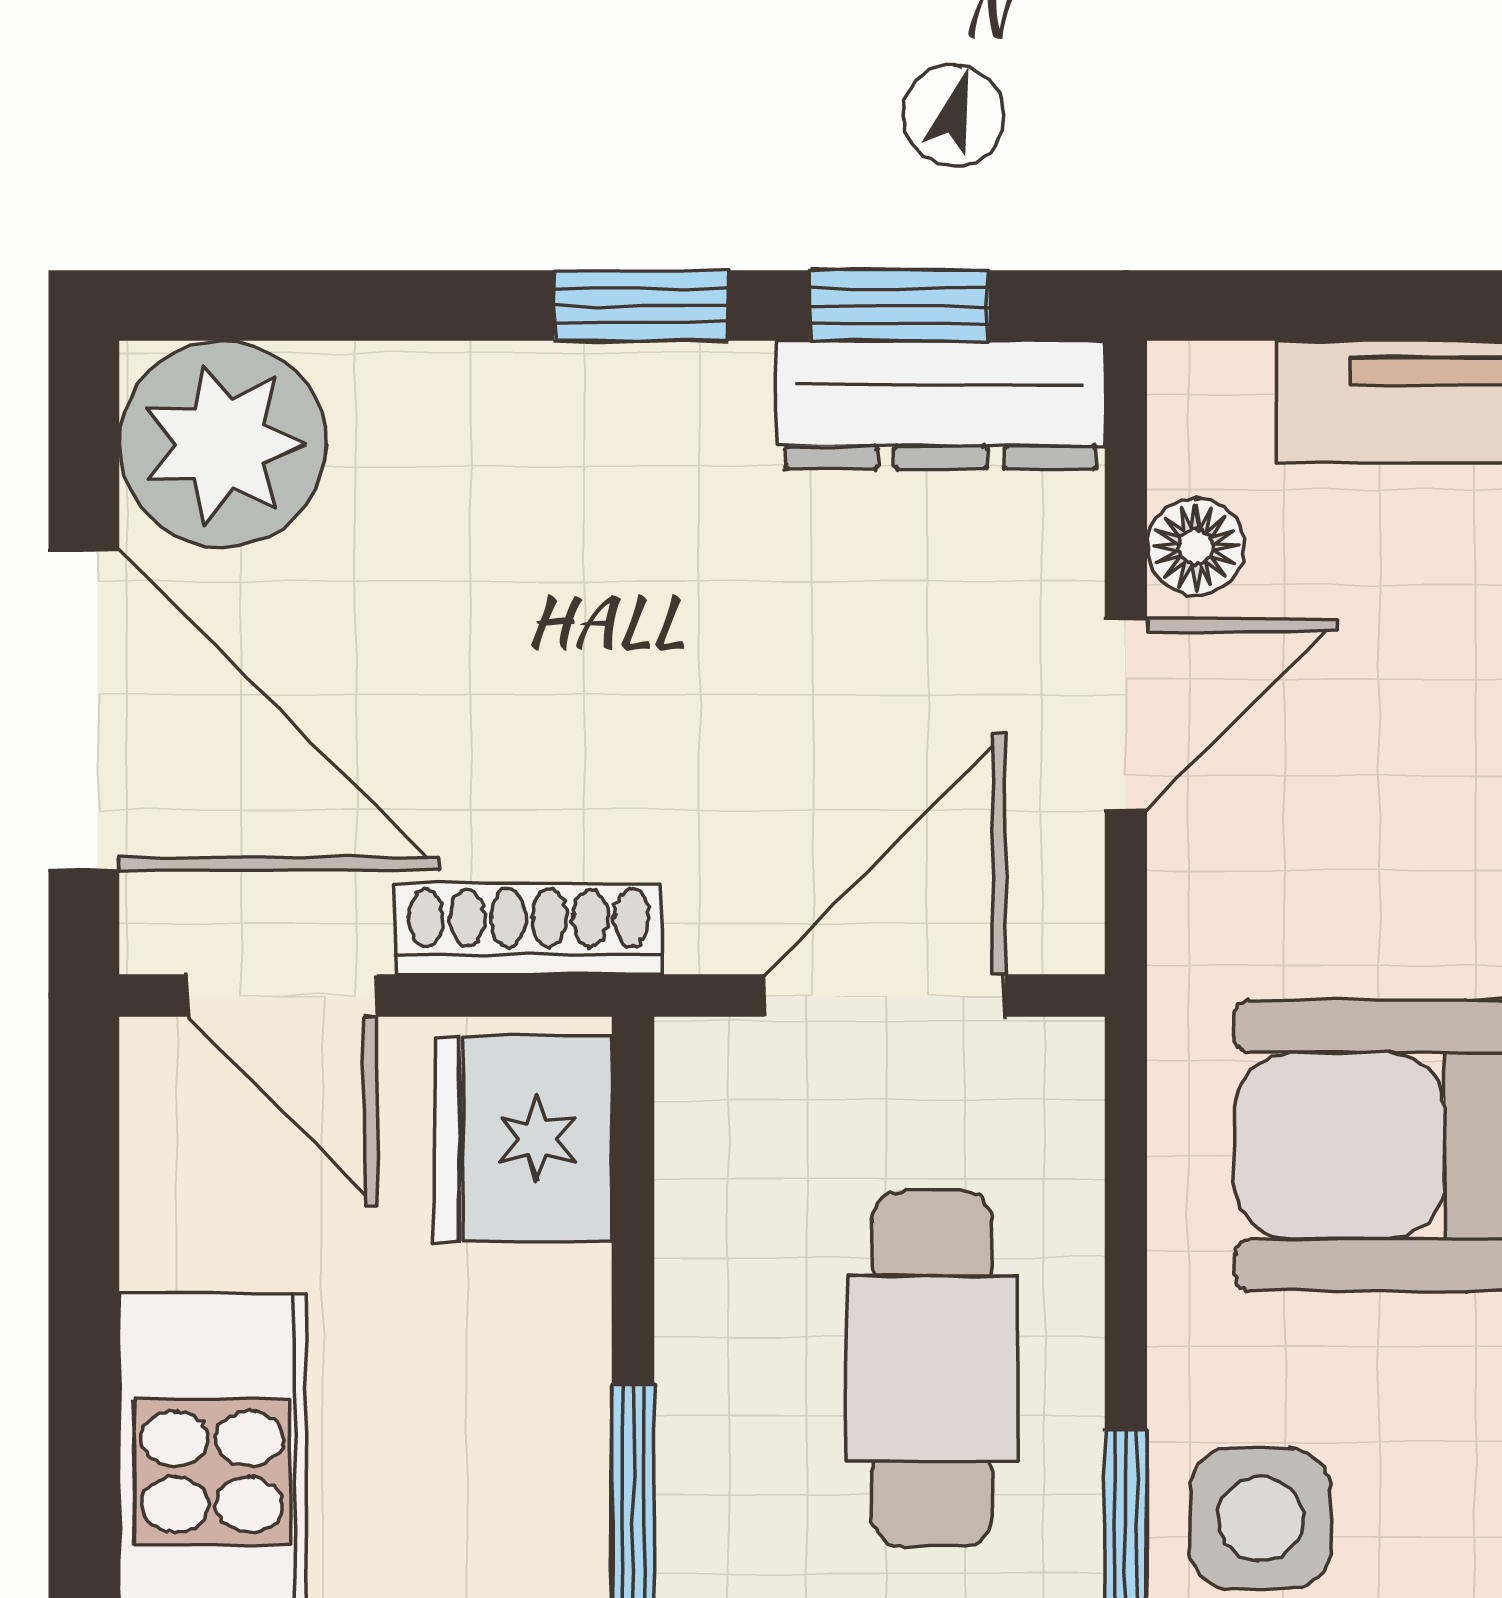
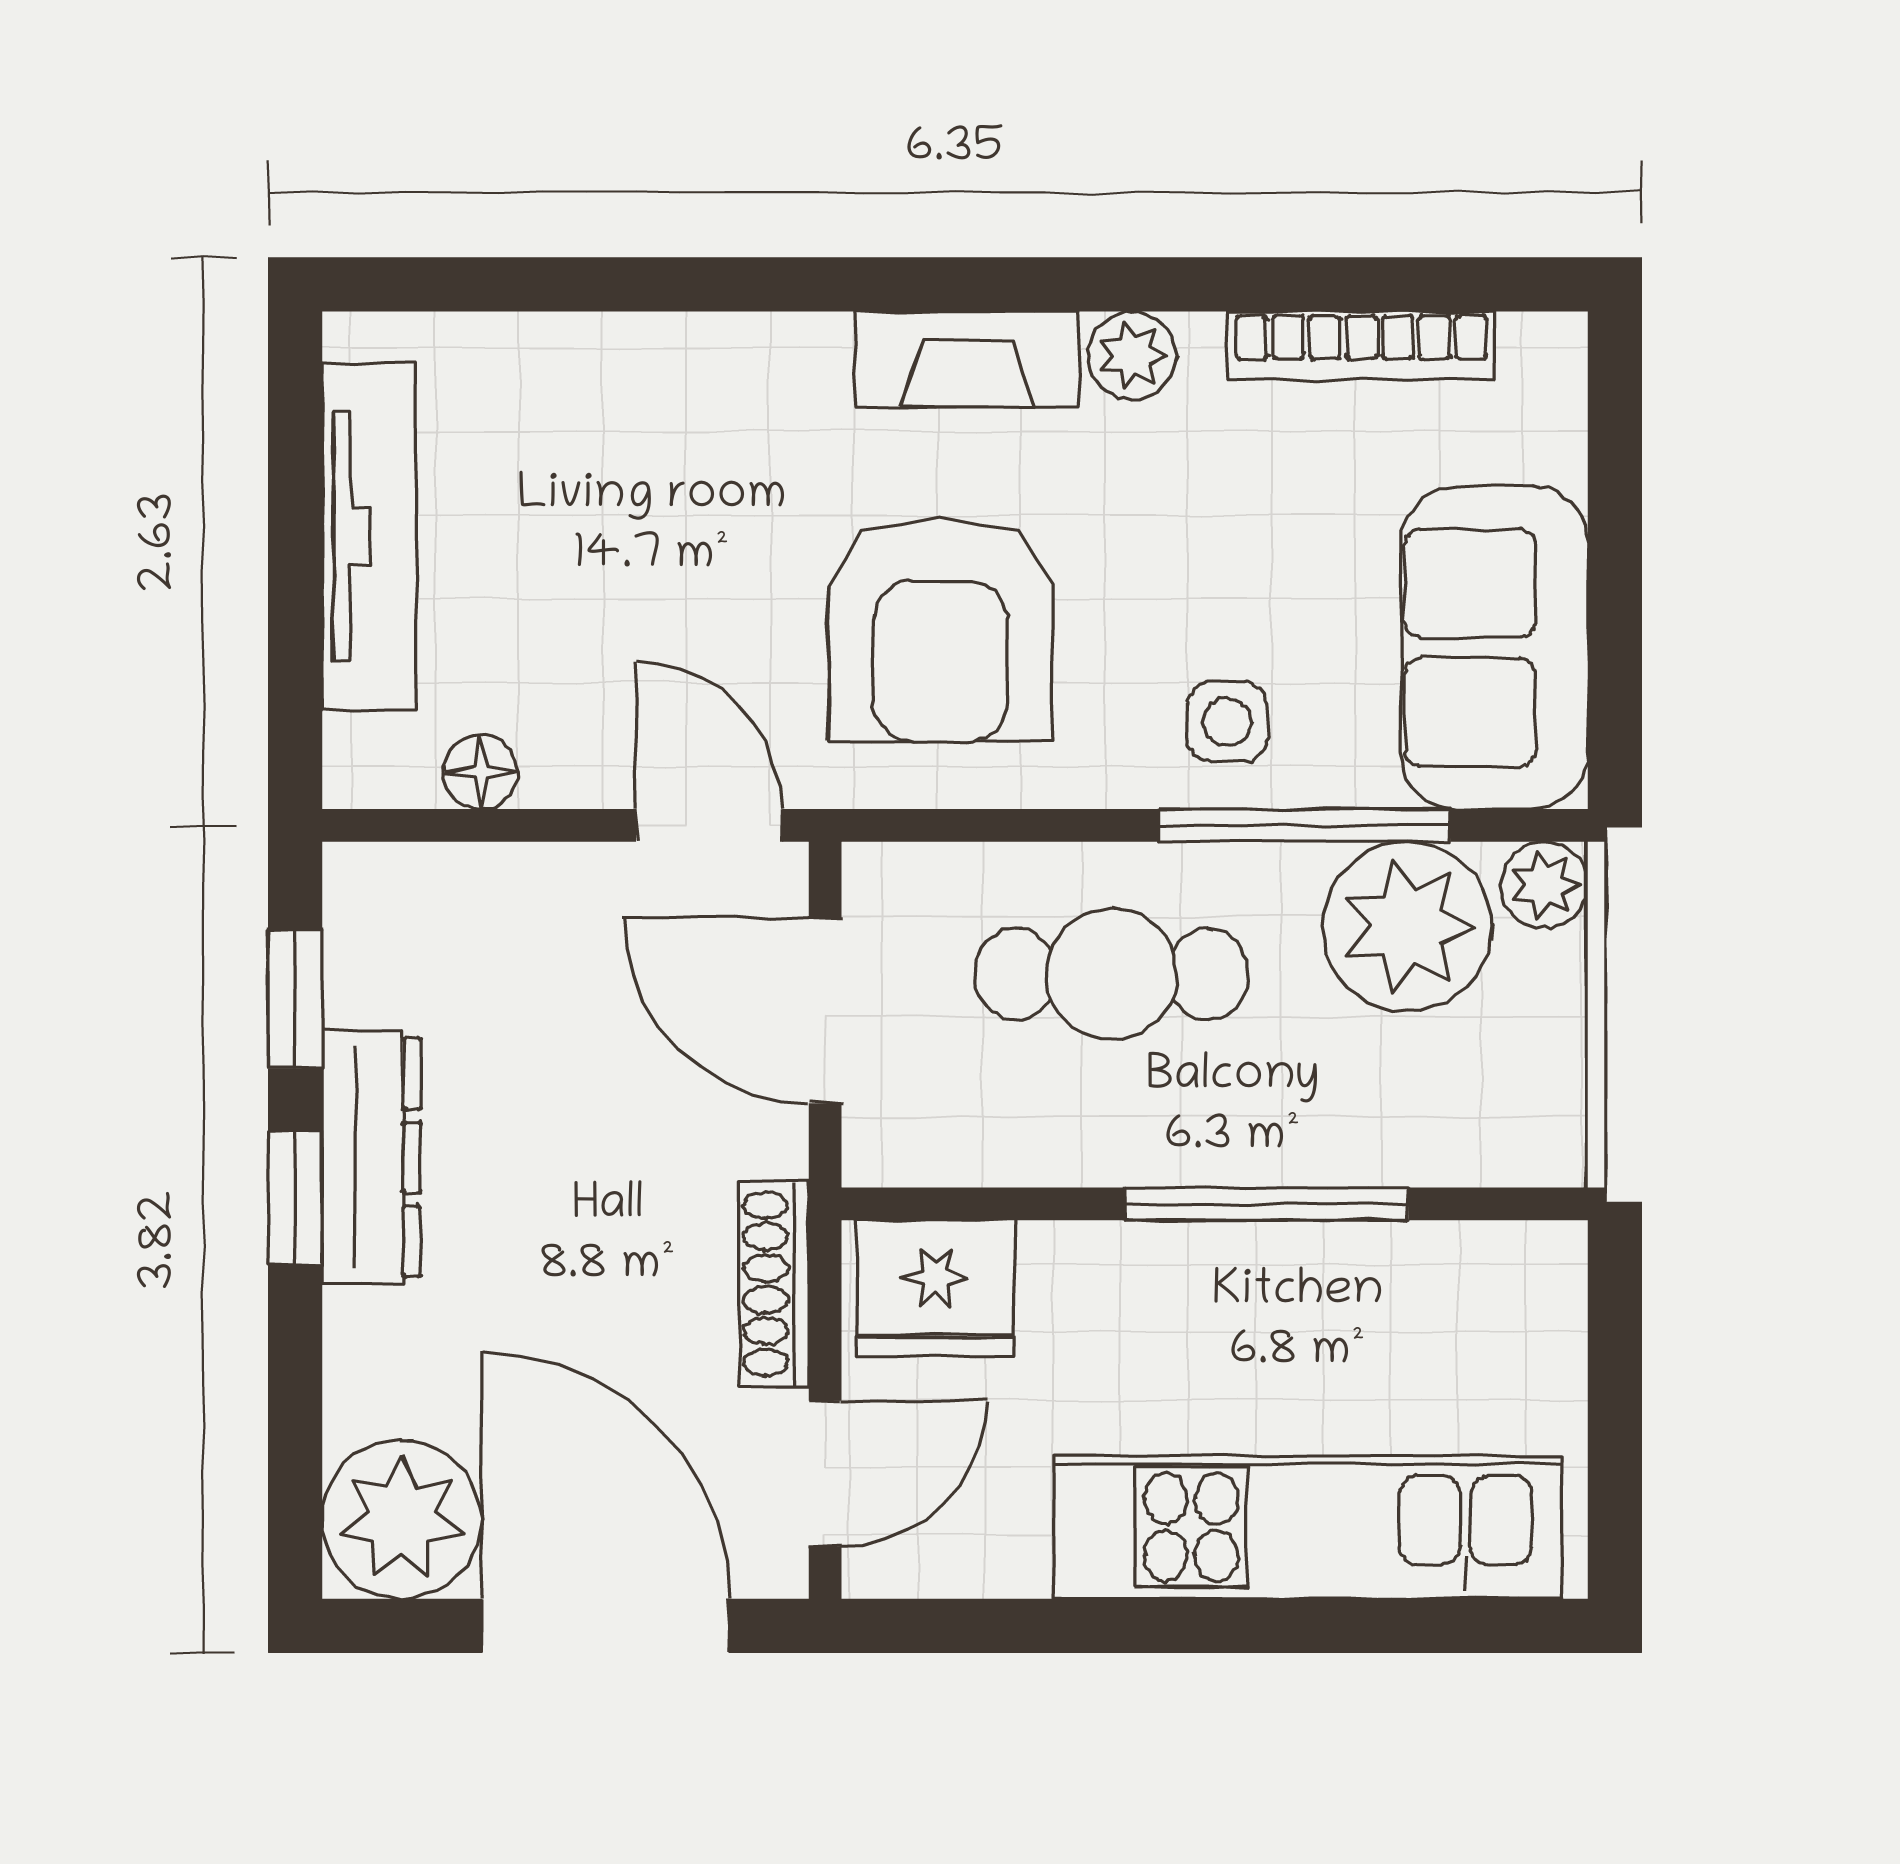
dresser: (941, 405) -> (371, 1157), moved
door: (84, 710) -> (605, 1626), hinge flipped
door: (1126, 714) -> (709, 825), moved
side table: (1260, 1519) -> (1227, 722), width x0.73, depth x0.73

